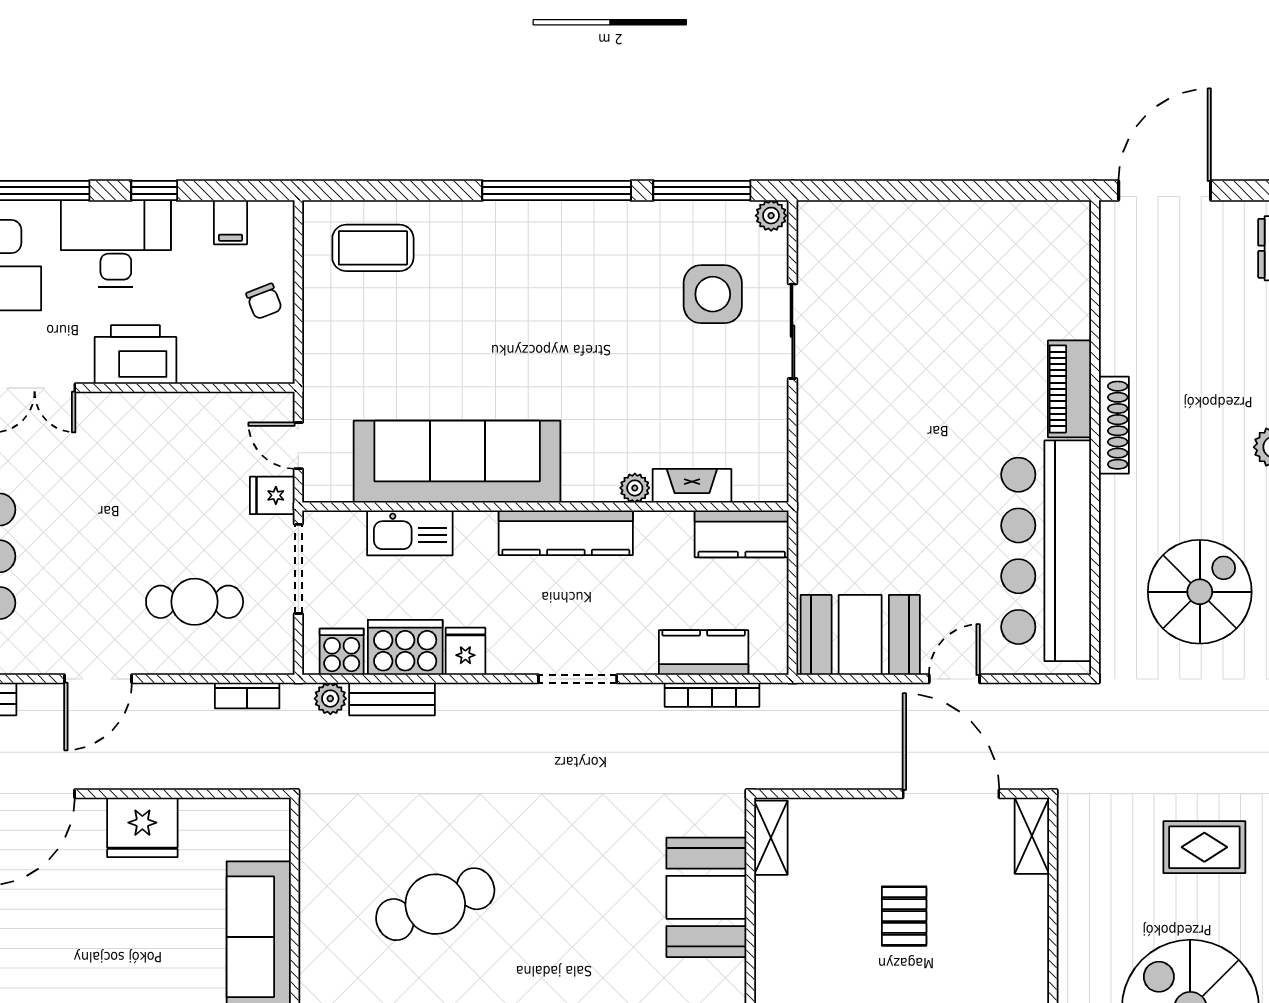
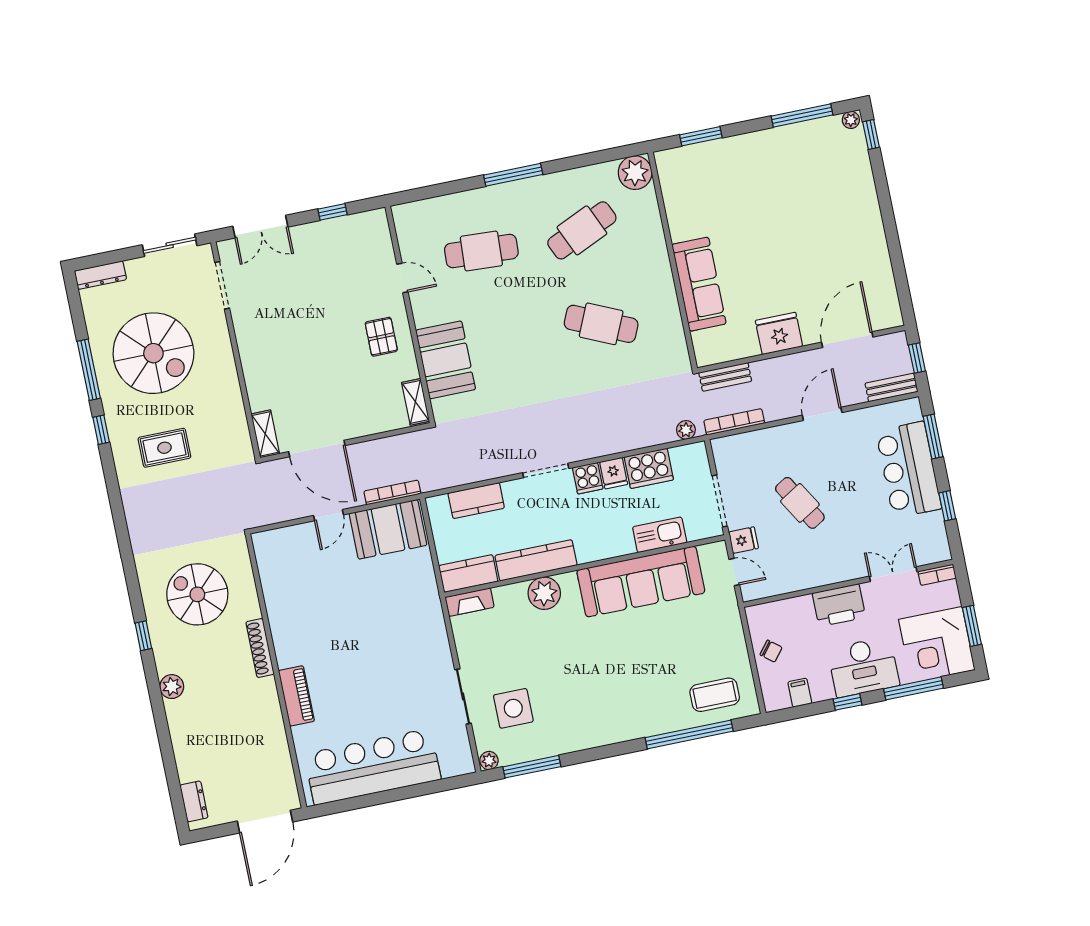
window: (557, 191) -> (689, 734), moved
chair: (264, 301) -> (771, 651), turned 150
shoe rack: (1114, 425) -> (260, 648), moved
fireplace: (692, 486) -> (470, 602), moved
plant: (635, 488) -> (544, 593), width x1.88, depth x1.88
kitchen counter: (566, 533) -> (536, 560), moved
bar counter: (1046, 551) -> (373, 767), moved, turned -90
spiral stairs: (1200, 592) -> (197, 594), turned 90
cafe table: (195, 602) -> (800, 503), moved, turned 59
cooker: (342, 652) -> (588, 478), moved
bookcase: (712, 695) -> (392, 492), moved
bookcase: (247, 696) -> (734, 422), width x1.56
bench: (392, 699) -> (725, 377), moved
cafe table: (435, 904) -> (601, 324), turned 45
pallet: (904, 916) -> (381, 337), moved

